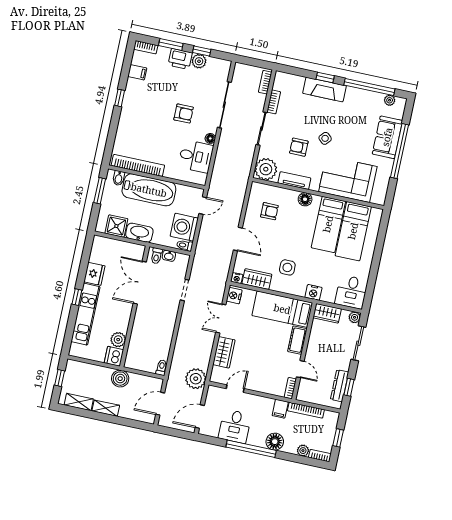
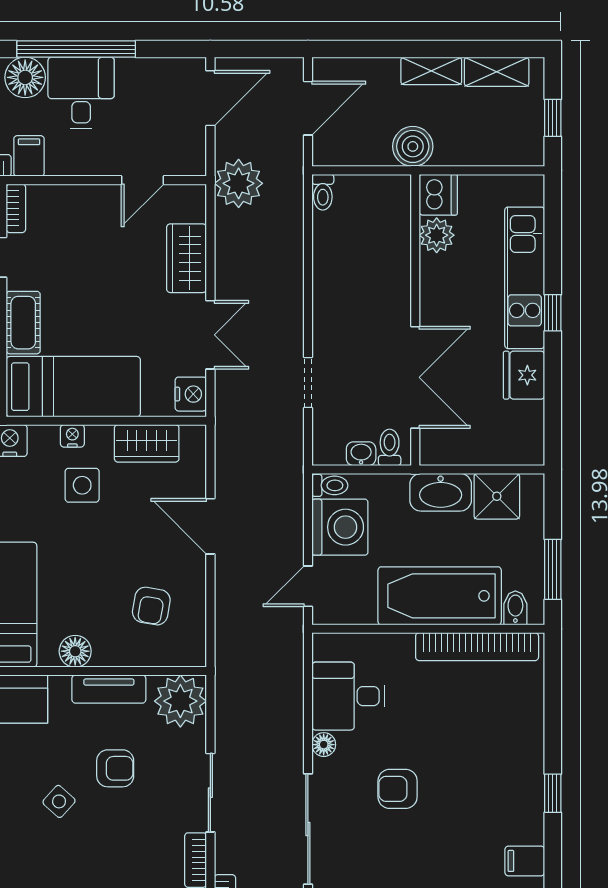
armchair: (269, 211) -> (151, 606), turned -80
nightstand: (237, 278) -> (72, 436), moved
desk: (235, 426) -> (81, 93), moved

